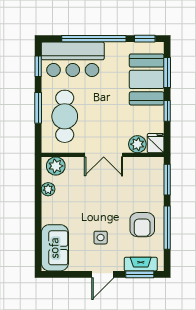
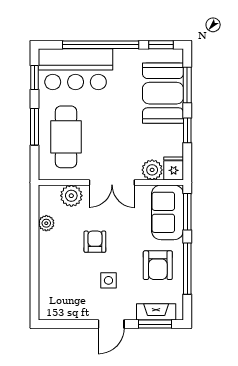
plant: (56, 166) -> (71, 196), moved
armchair: (89, 205) -> (95, 242), added
sofa: (55, 248) -> (167, 212), moved, turned 180

